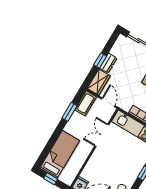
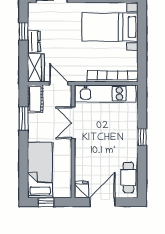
window: (100, 61) -> (23, 31), moved

